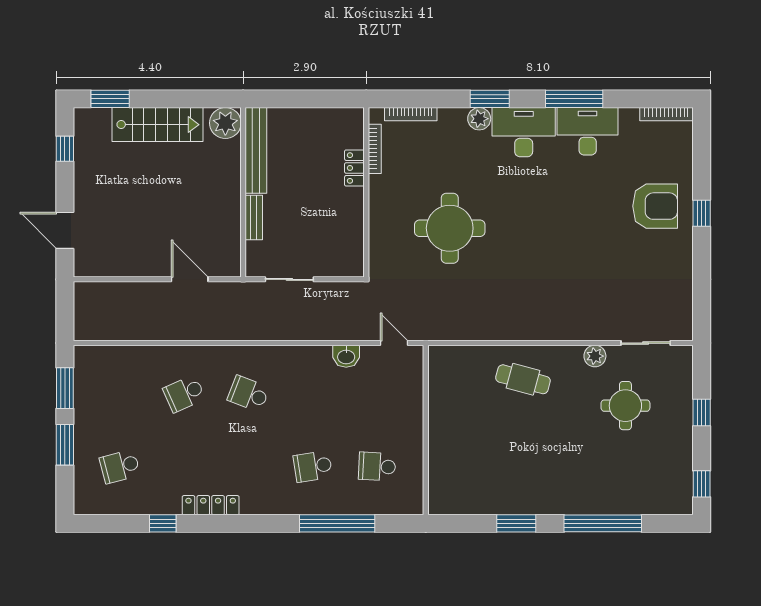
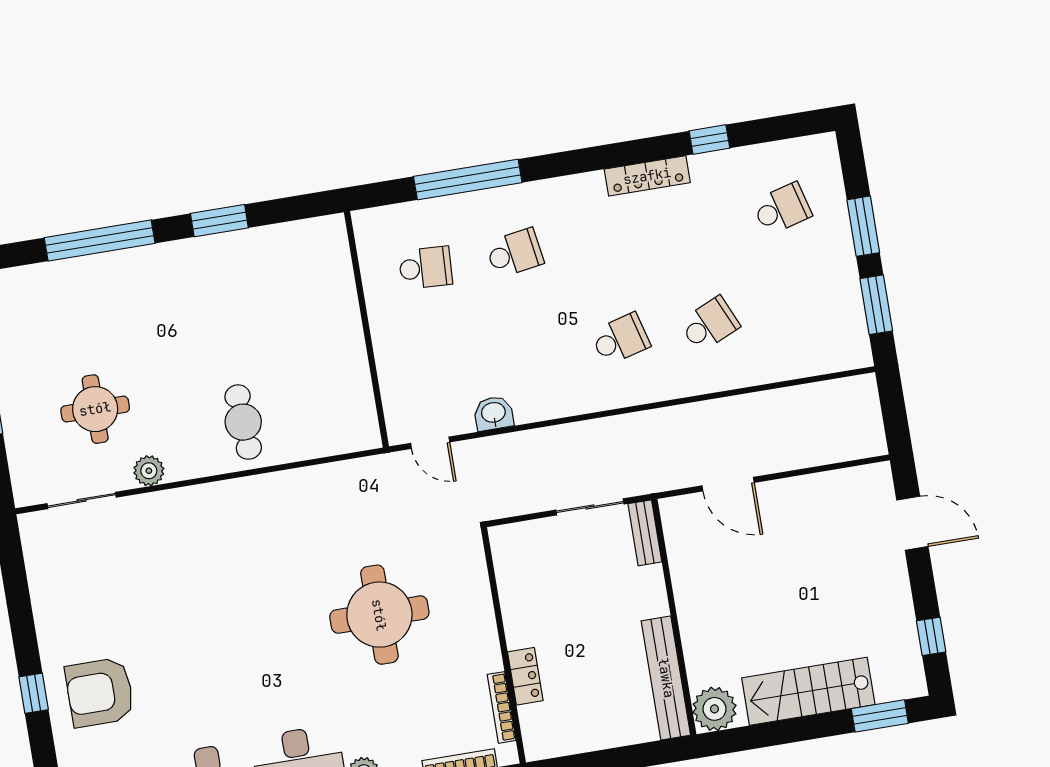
bench: (254, 218) -> (645, 533), moved
cafe table: (523, 379) -> (243, 422), turned 72
school desk: (248, 394) -> (620, 339), turned -36

